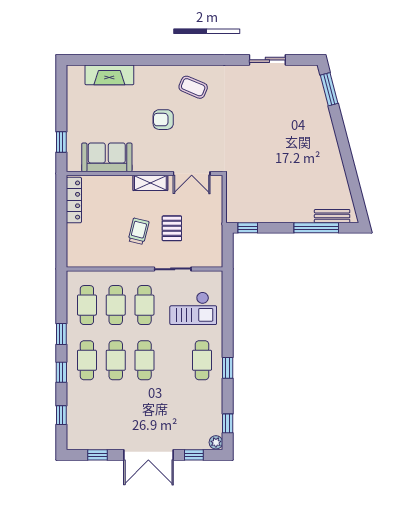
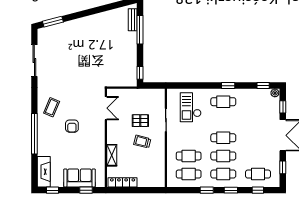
window: (151, 60) -> (34, 134), added
sliding door: (267, 60) -> (34, 61), width x1.37
fireplace: (109, 75) -> (44, 172), moved
window: (61, 89) -> (52, 190), added
sofa: (107, 157) -> (79, 178), moved, turned 90
shelving: (150, 183) -> (112, 155), moved
cafe table: (144, 305) -> (258, 174), moved
checkout: (193, 308) -> (191, 107), turned 180

